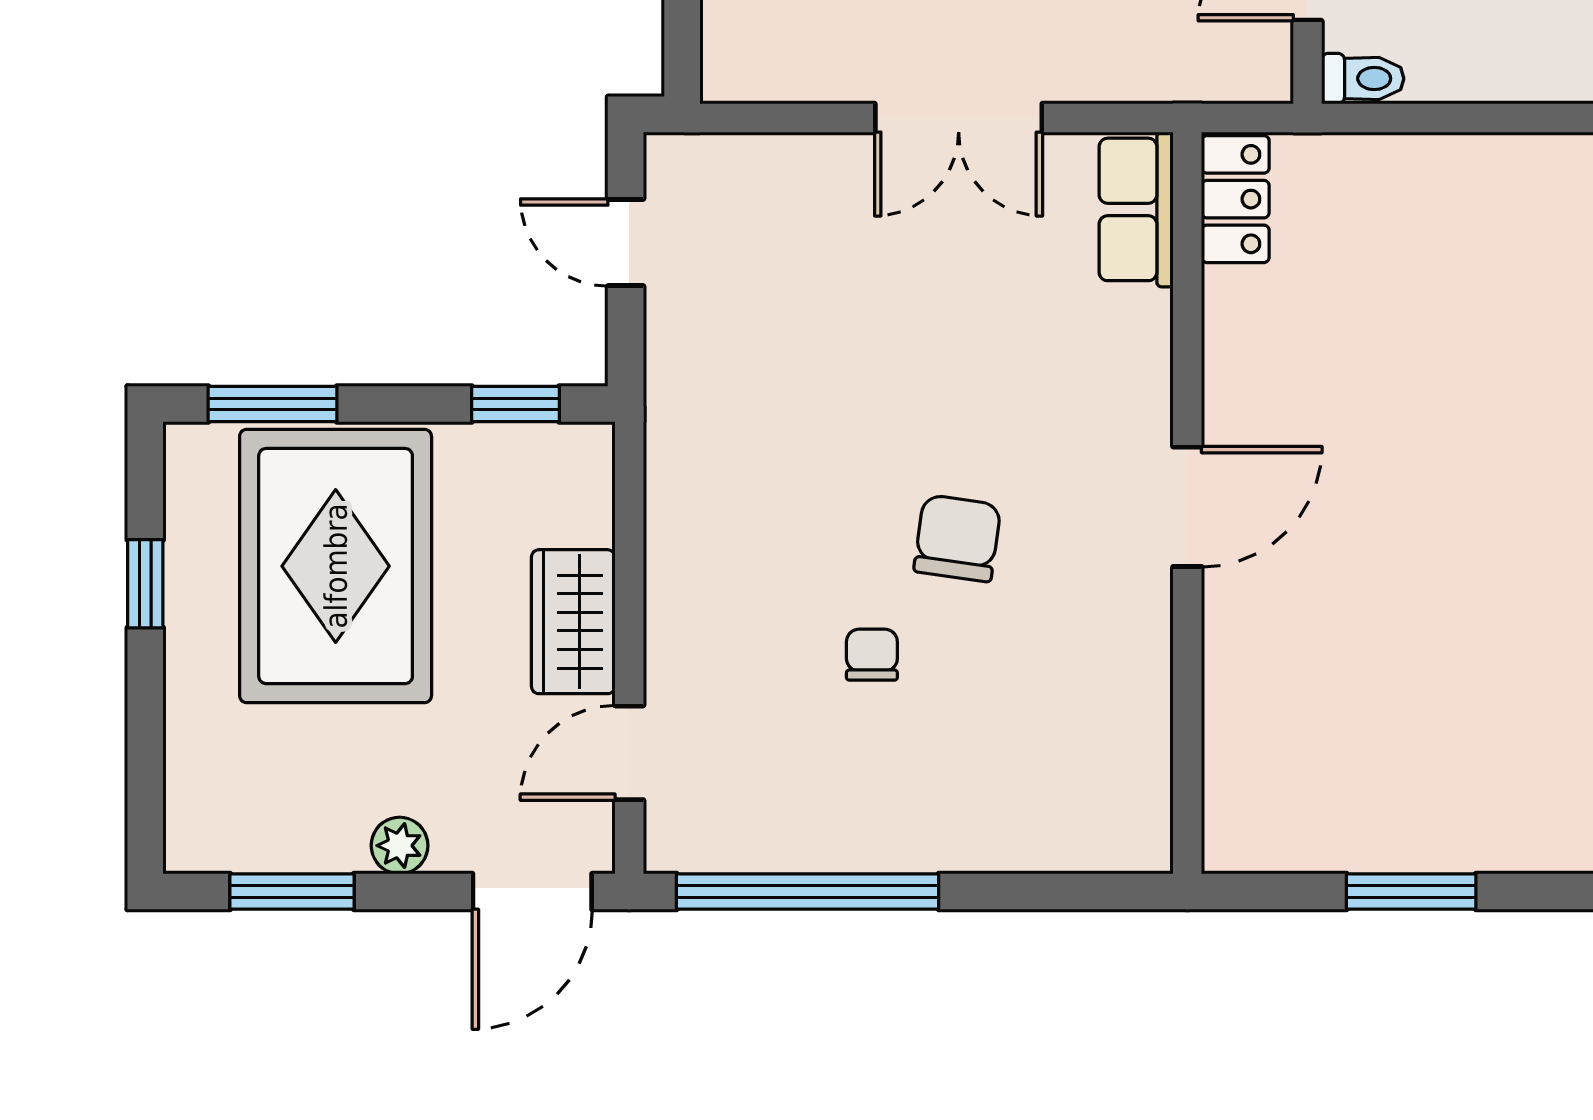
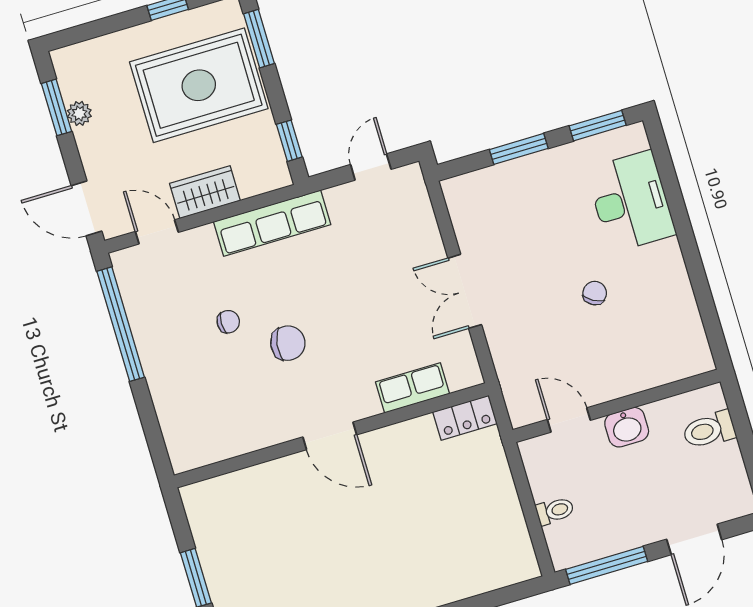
toilet: (1363, 79) -> (555, 511), moved, turned -90
row of seats: (1136, 209) -> (412, 388), moved
row of seats: (685, 495) -> (272, 223), added
plant: (400, 846) -> (79, 113), moved

